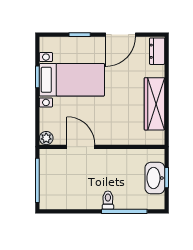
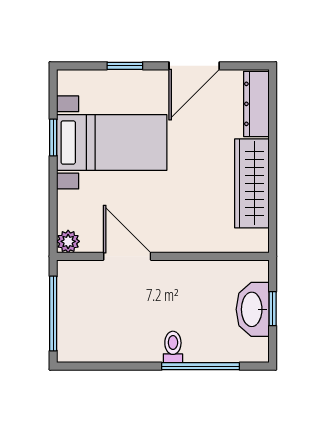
dresser: (157, 51) -> (256, 104), width x1.44

